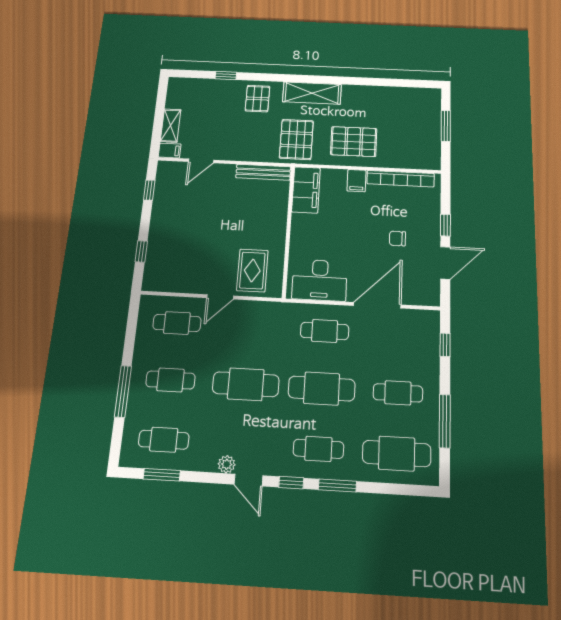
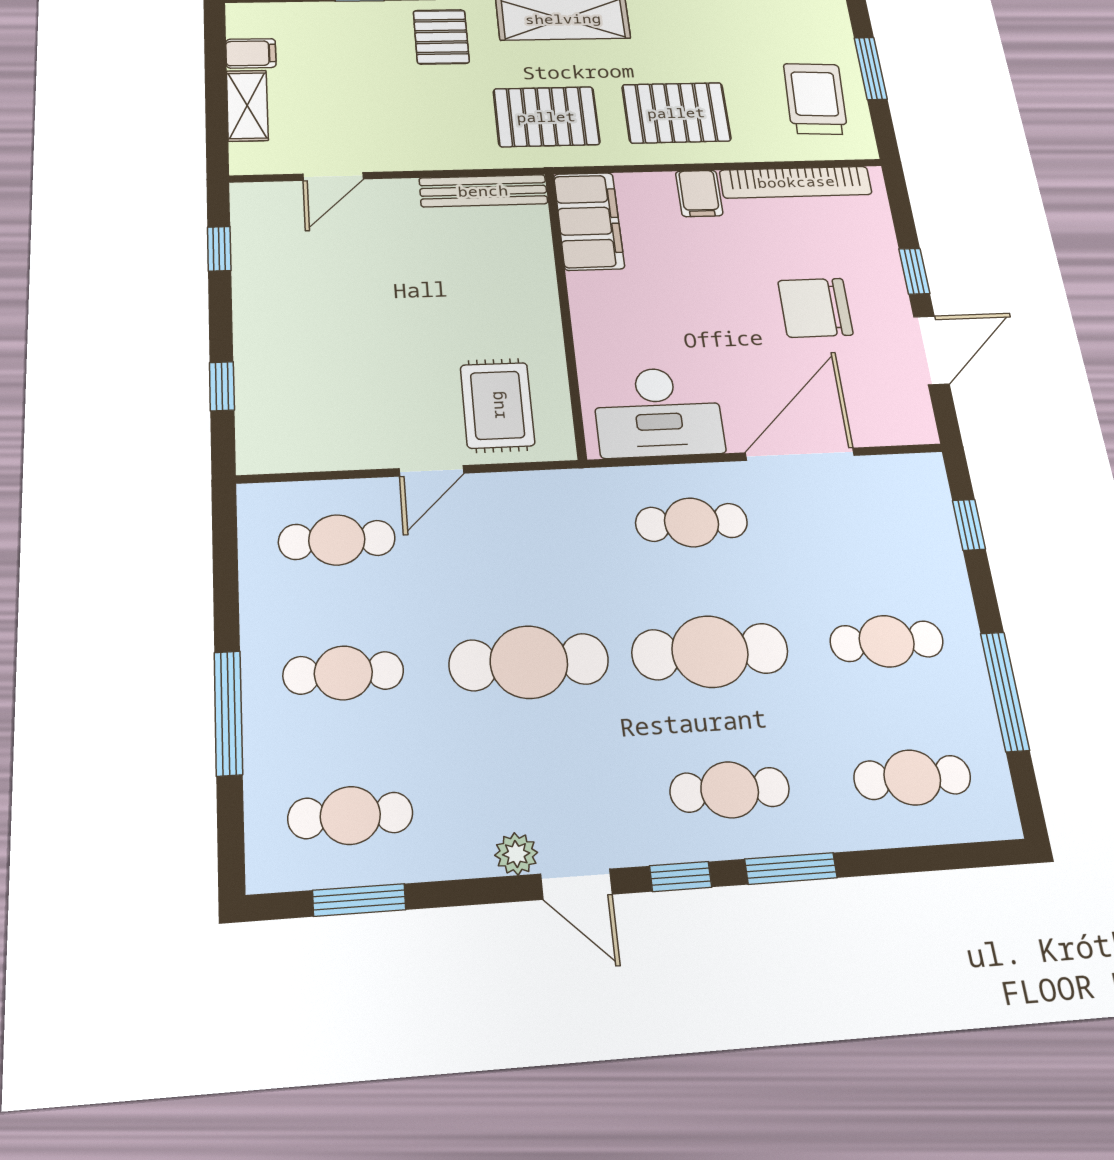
pallet: (296, 139) -> (546, 117), turned 90
trolley: (417, 139) -> (815, 99), added
filing cabinet: (170, 151) -> (251, 53), moved
chair: (397, 238) -> (815, 308), width x1.87, depth x1.87
cafe table: (397, 454) -> (912, 777), width x0.73, depth x0.74

